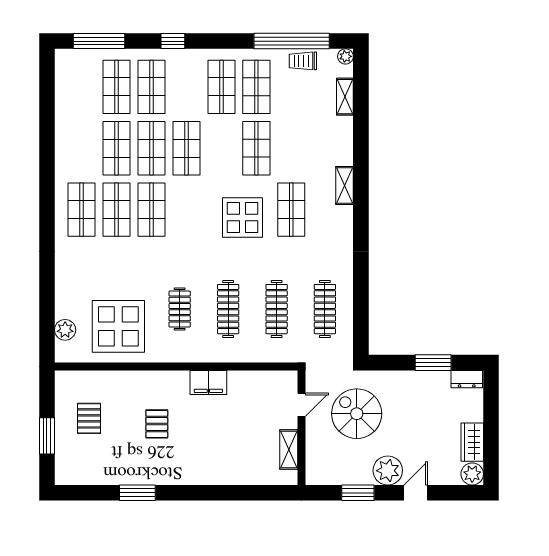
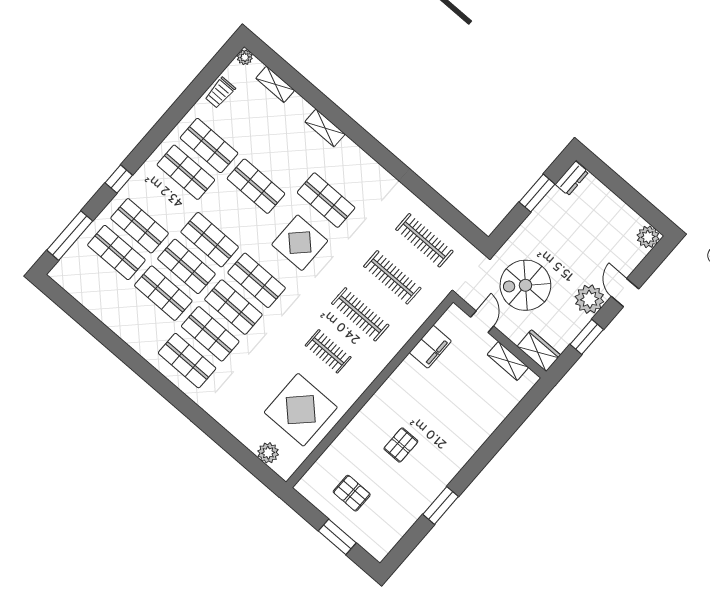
window: (292, 41) -> (197, 88), removed
shelving: (345, 186) -> (325, 128), moved
shop shelf: (186, 210) -> (257, 280), added
filing cabinet: (208, 382) -> (430, 347), moved
pallet: (157, 424) -> (401, 445), turned 90
wardrobe: (472, 442) -> (539, 351), moved, turned 180

